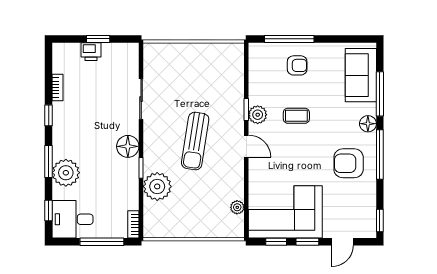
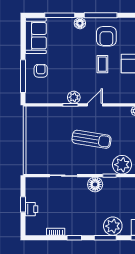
sofa: (361, 75) -> (36, 36), moved, turned -90
coffee table: (296, 116) -> (102, 64), moved

